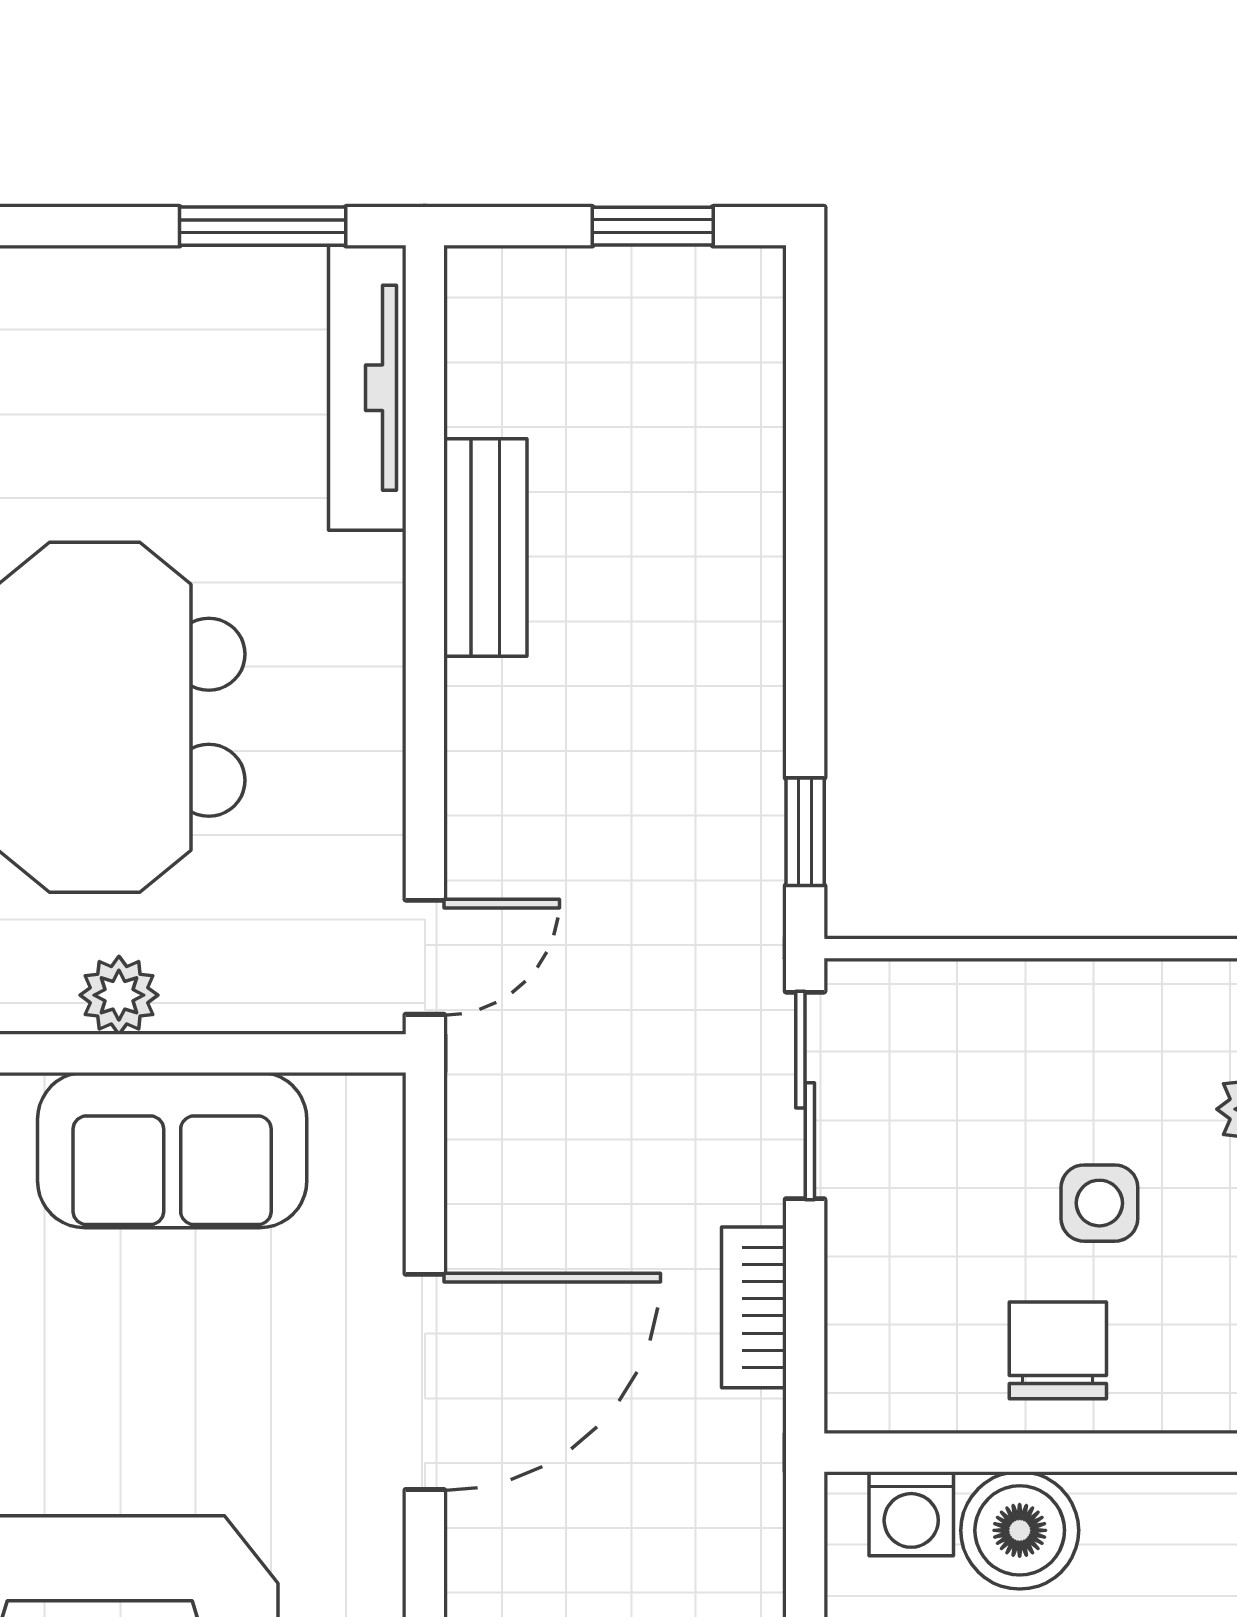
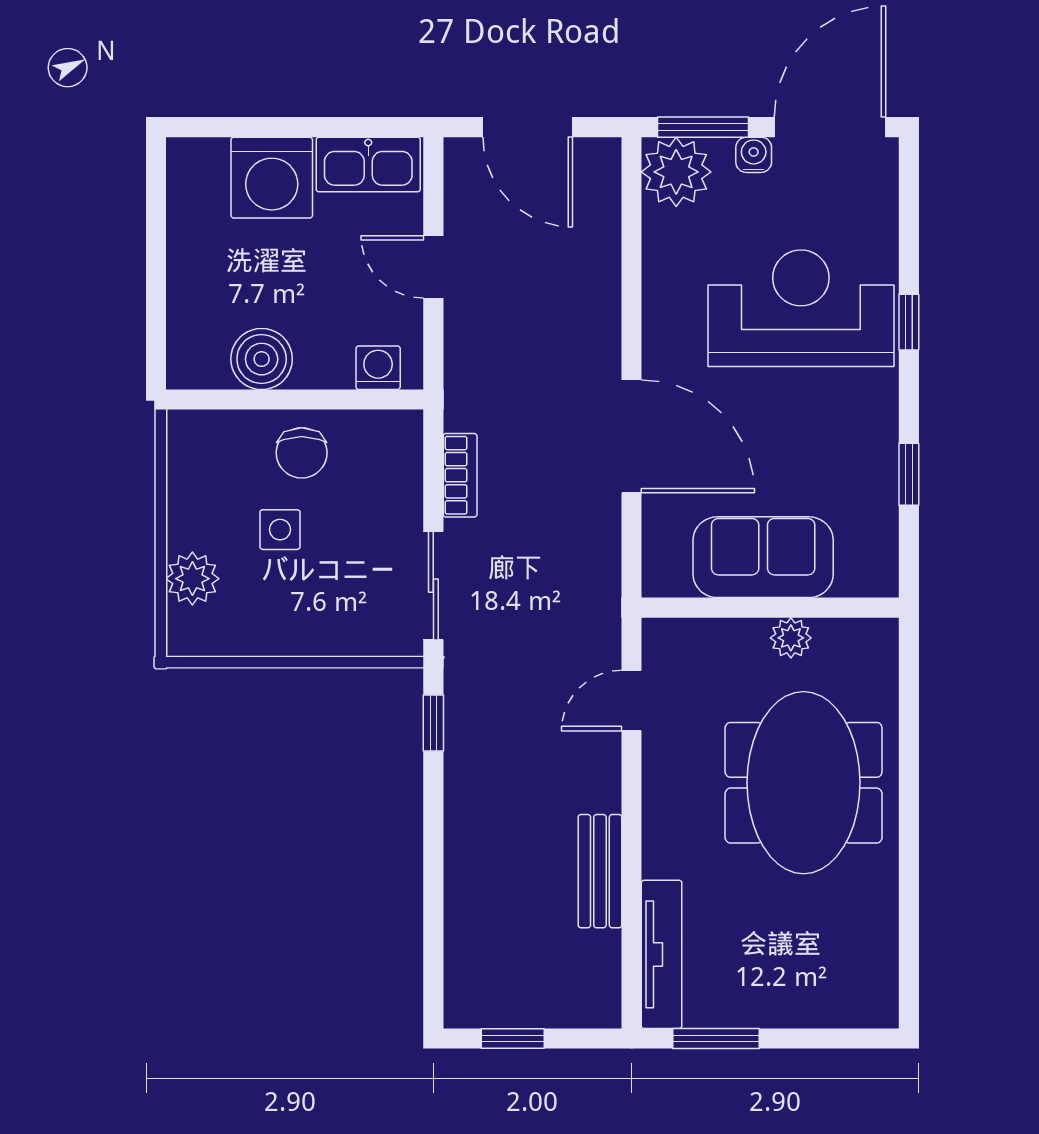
door: (425, 957) -> (632, 701), moved
door: (425, 1382) -> (632, 436), swing flipped
boiler: (1020, 1530) -> (262, 359), moved

